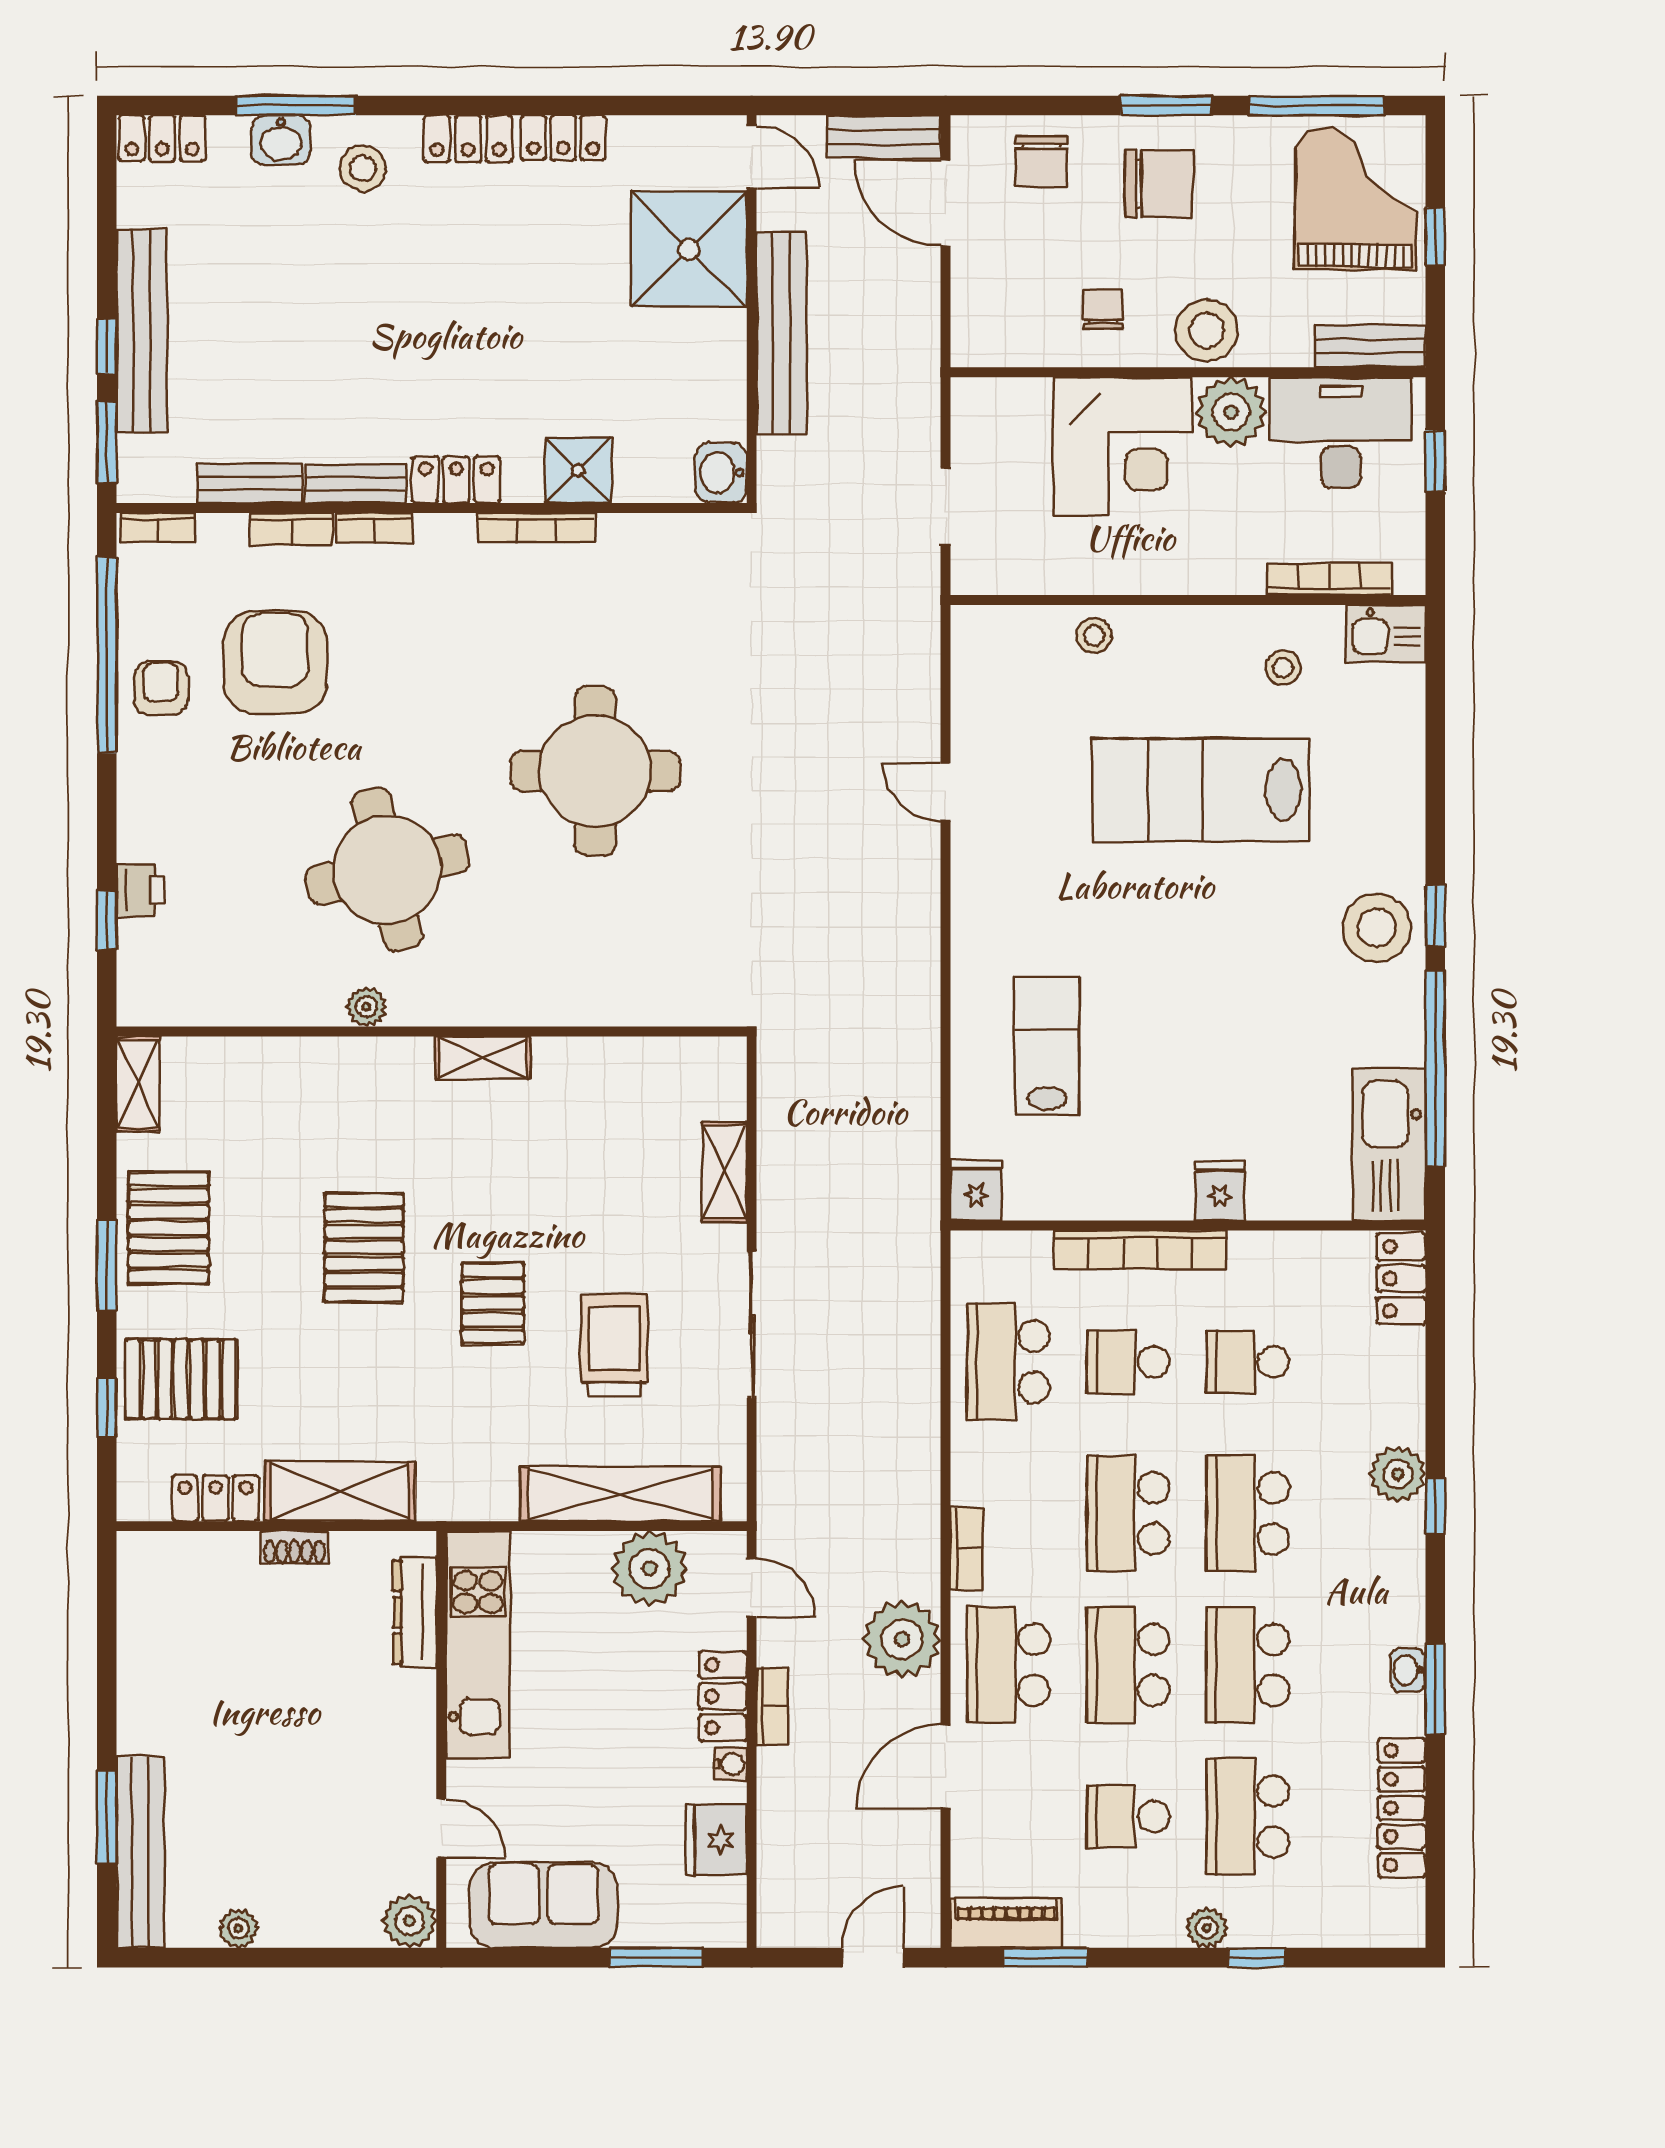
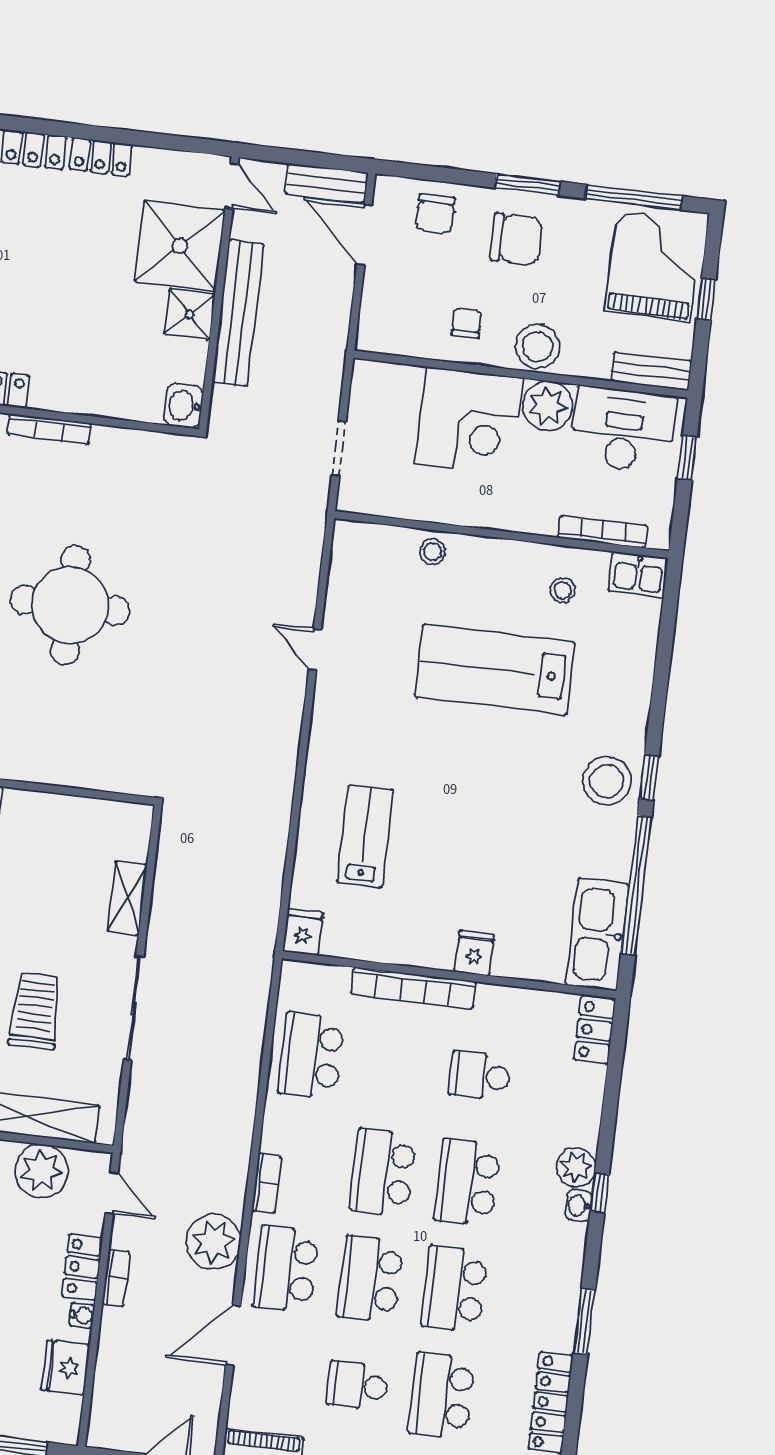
shower: (578, 470) -> (190, 314), moved
school desk: (1128, 1362) -> (396, 1066), removed
washbasin: (1408, 1670) -> (579, 1206), moved

